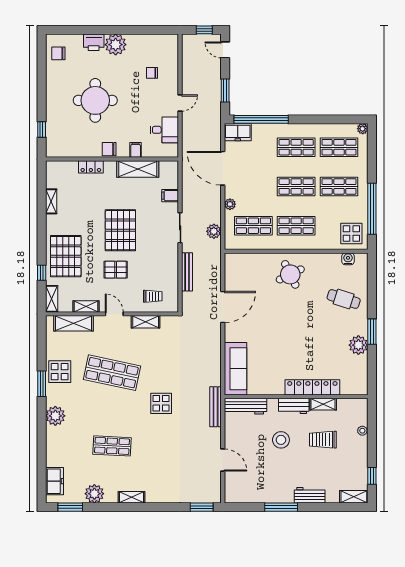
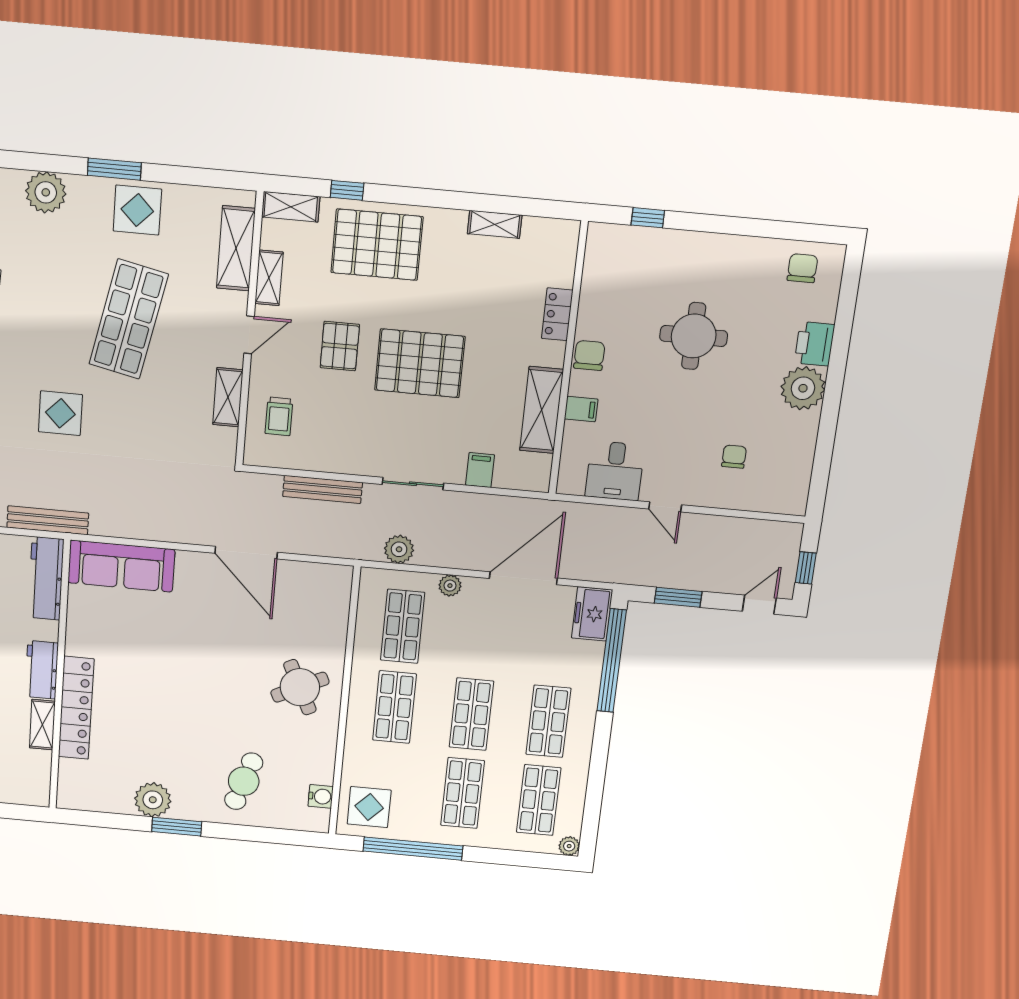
round table: (95, 100) -> (694, 336), width x0.73, depth x0.73

